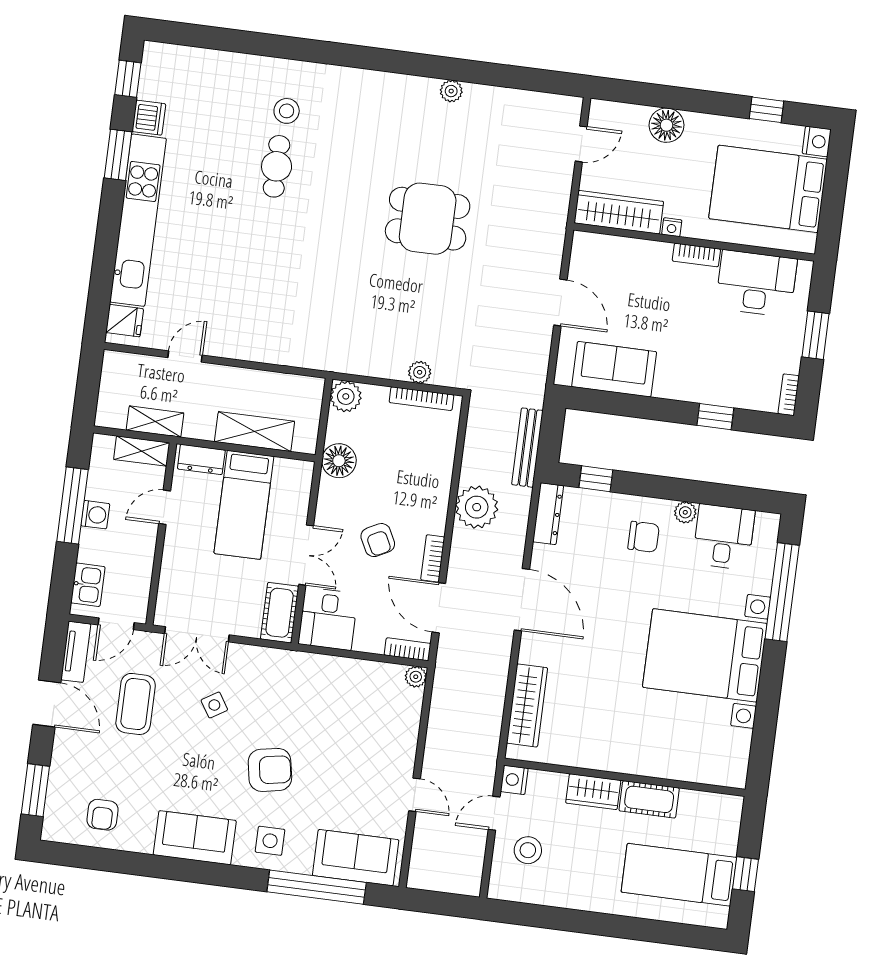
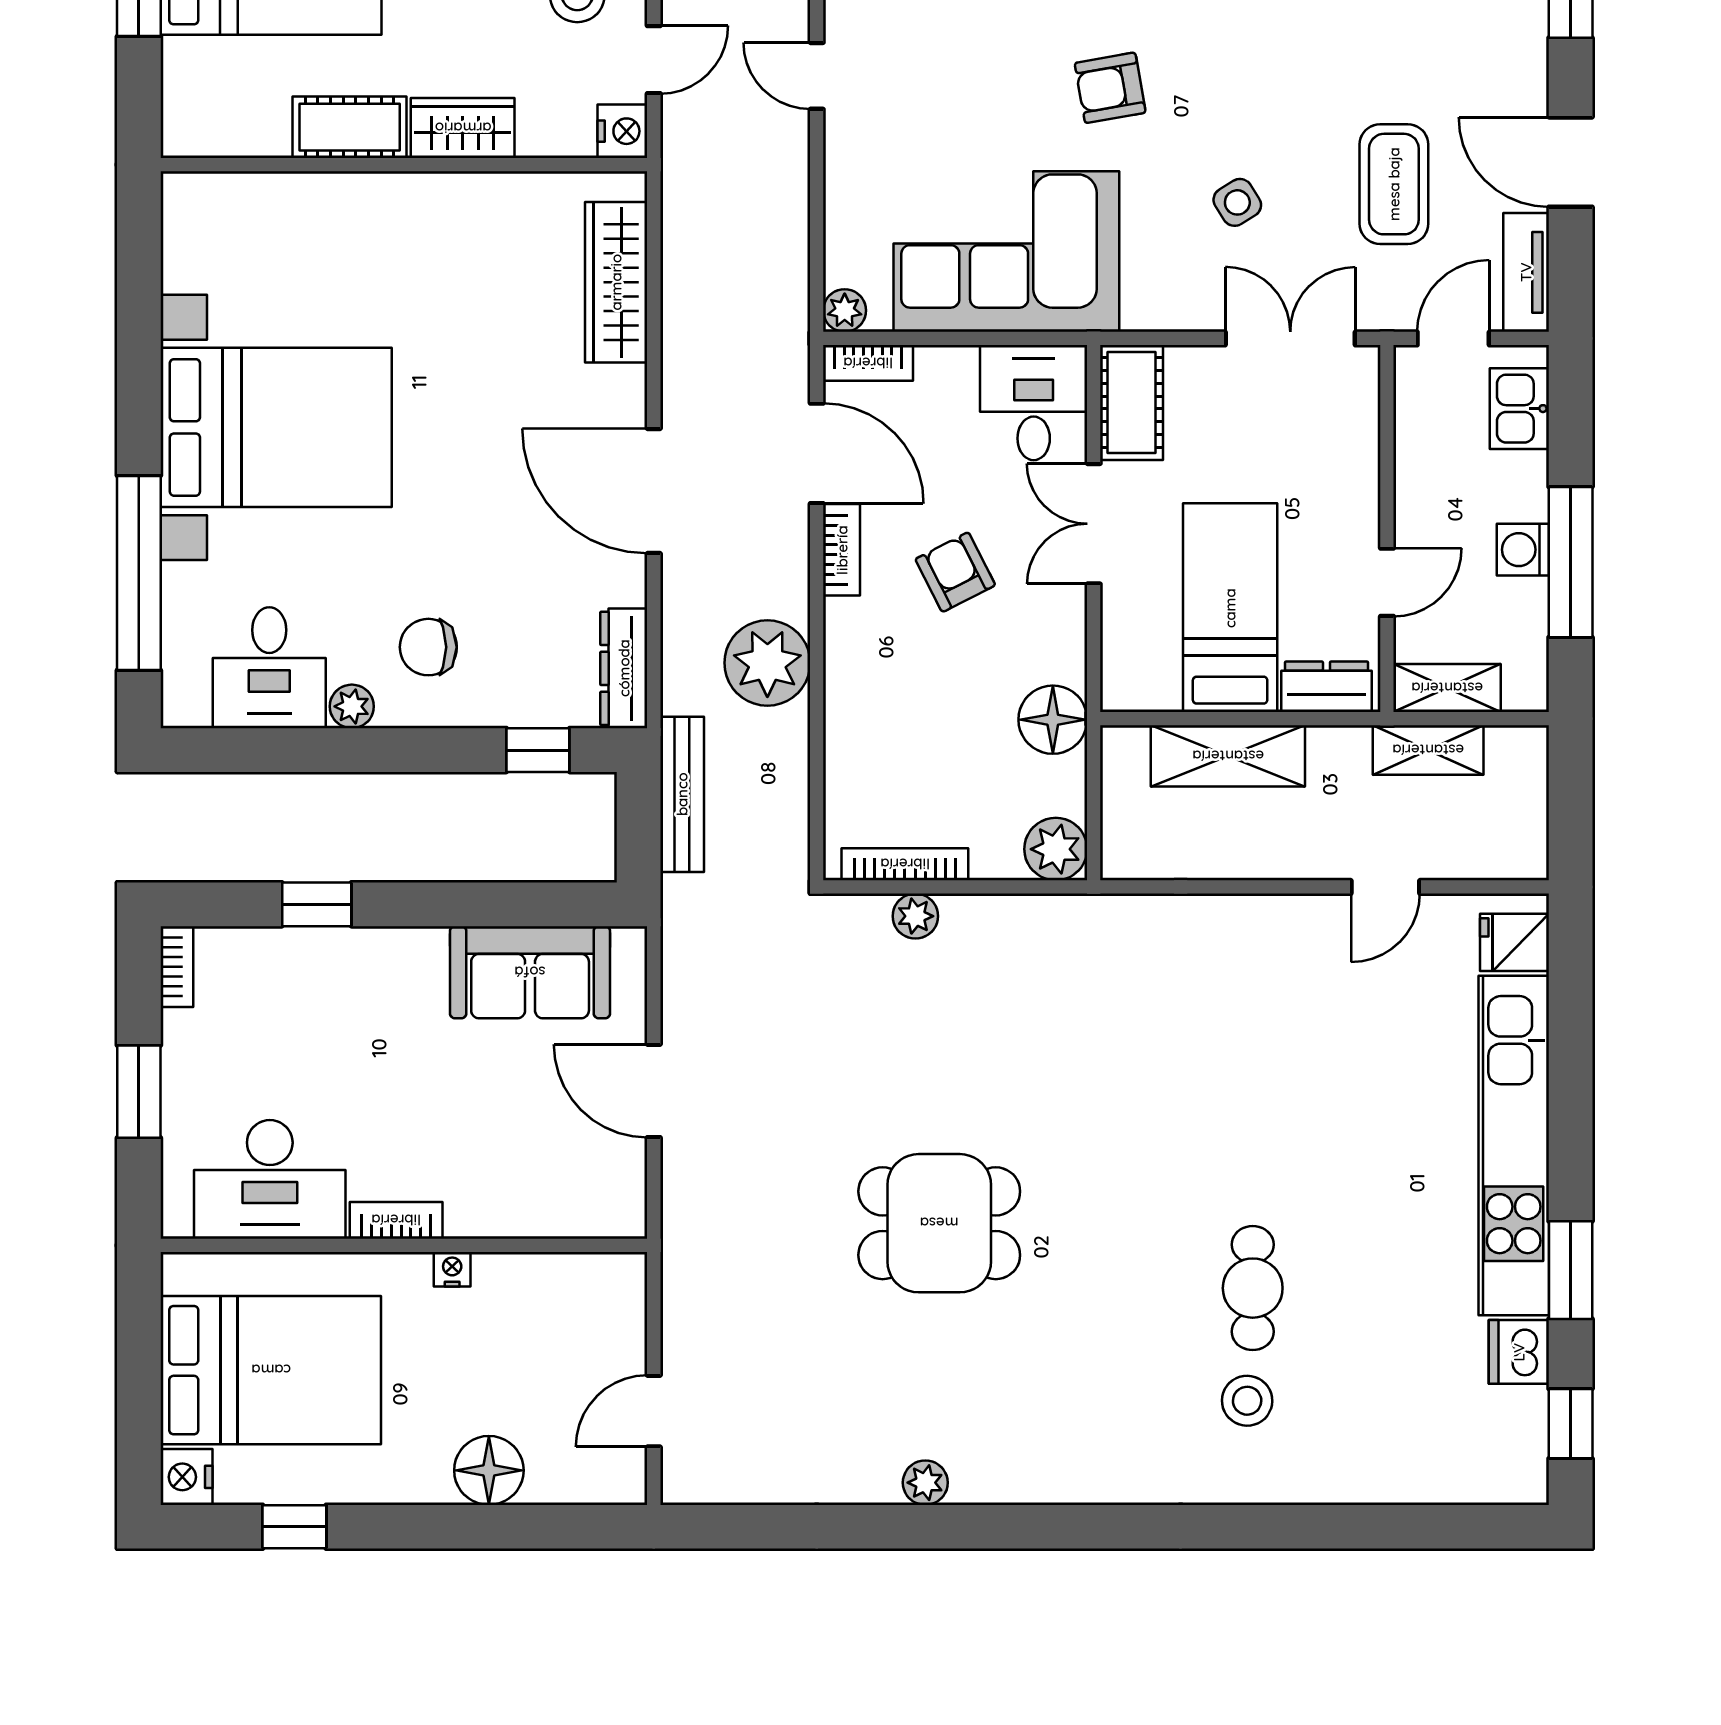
wardrobe: (619, 212) -> (561, 1285), removed
corner sofa: (332, 696) -> (1006, 251), added
armchair: (270, 770) -> (1110, 88), width x0.72, depth x0.72

